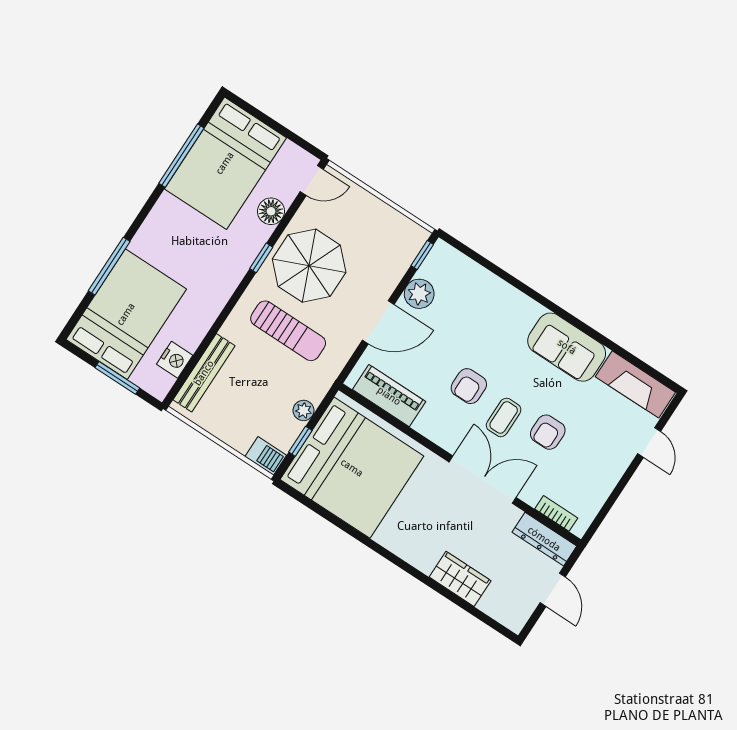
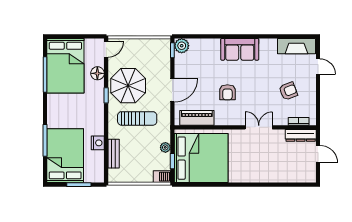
plant: (419, 294) -> (182, 46), moved
sofa: (567, 347) -> (240, 49), moved
nightstand: (175, 360) -> (98, 143), moved
bench: (204, 373) -> (114, 154), width x0.73
coffee table: (504, 417) -> (251, 96), removed
armchair: (548, 432) -> (288, 91), moved, turned -111
double door: (483, 480) -> (259, 127), width x0.73
wardrobe: (460, 579) -> (276, 175), removed

